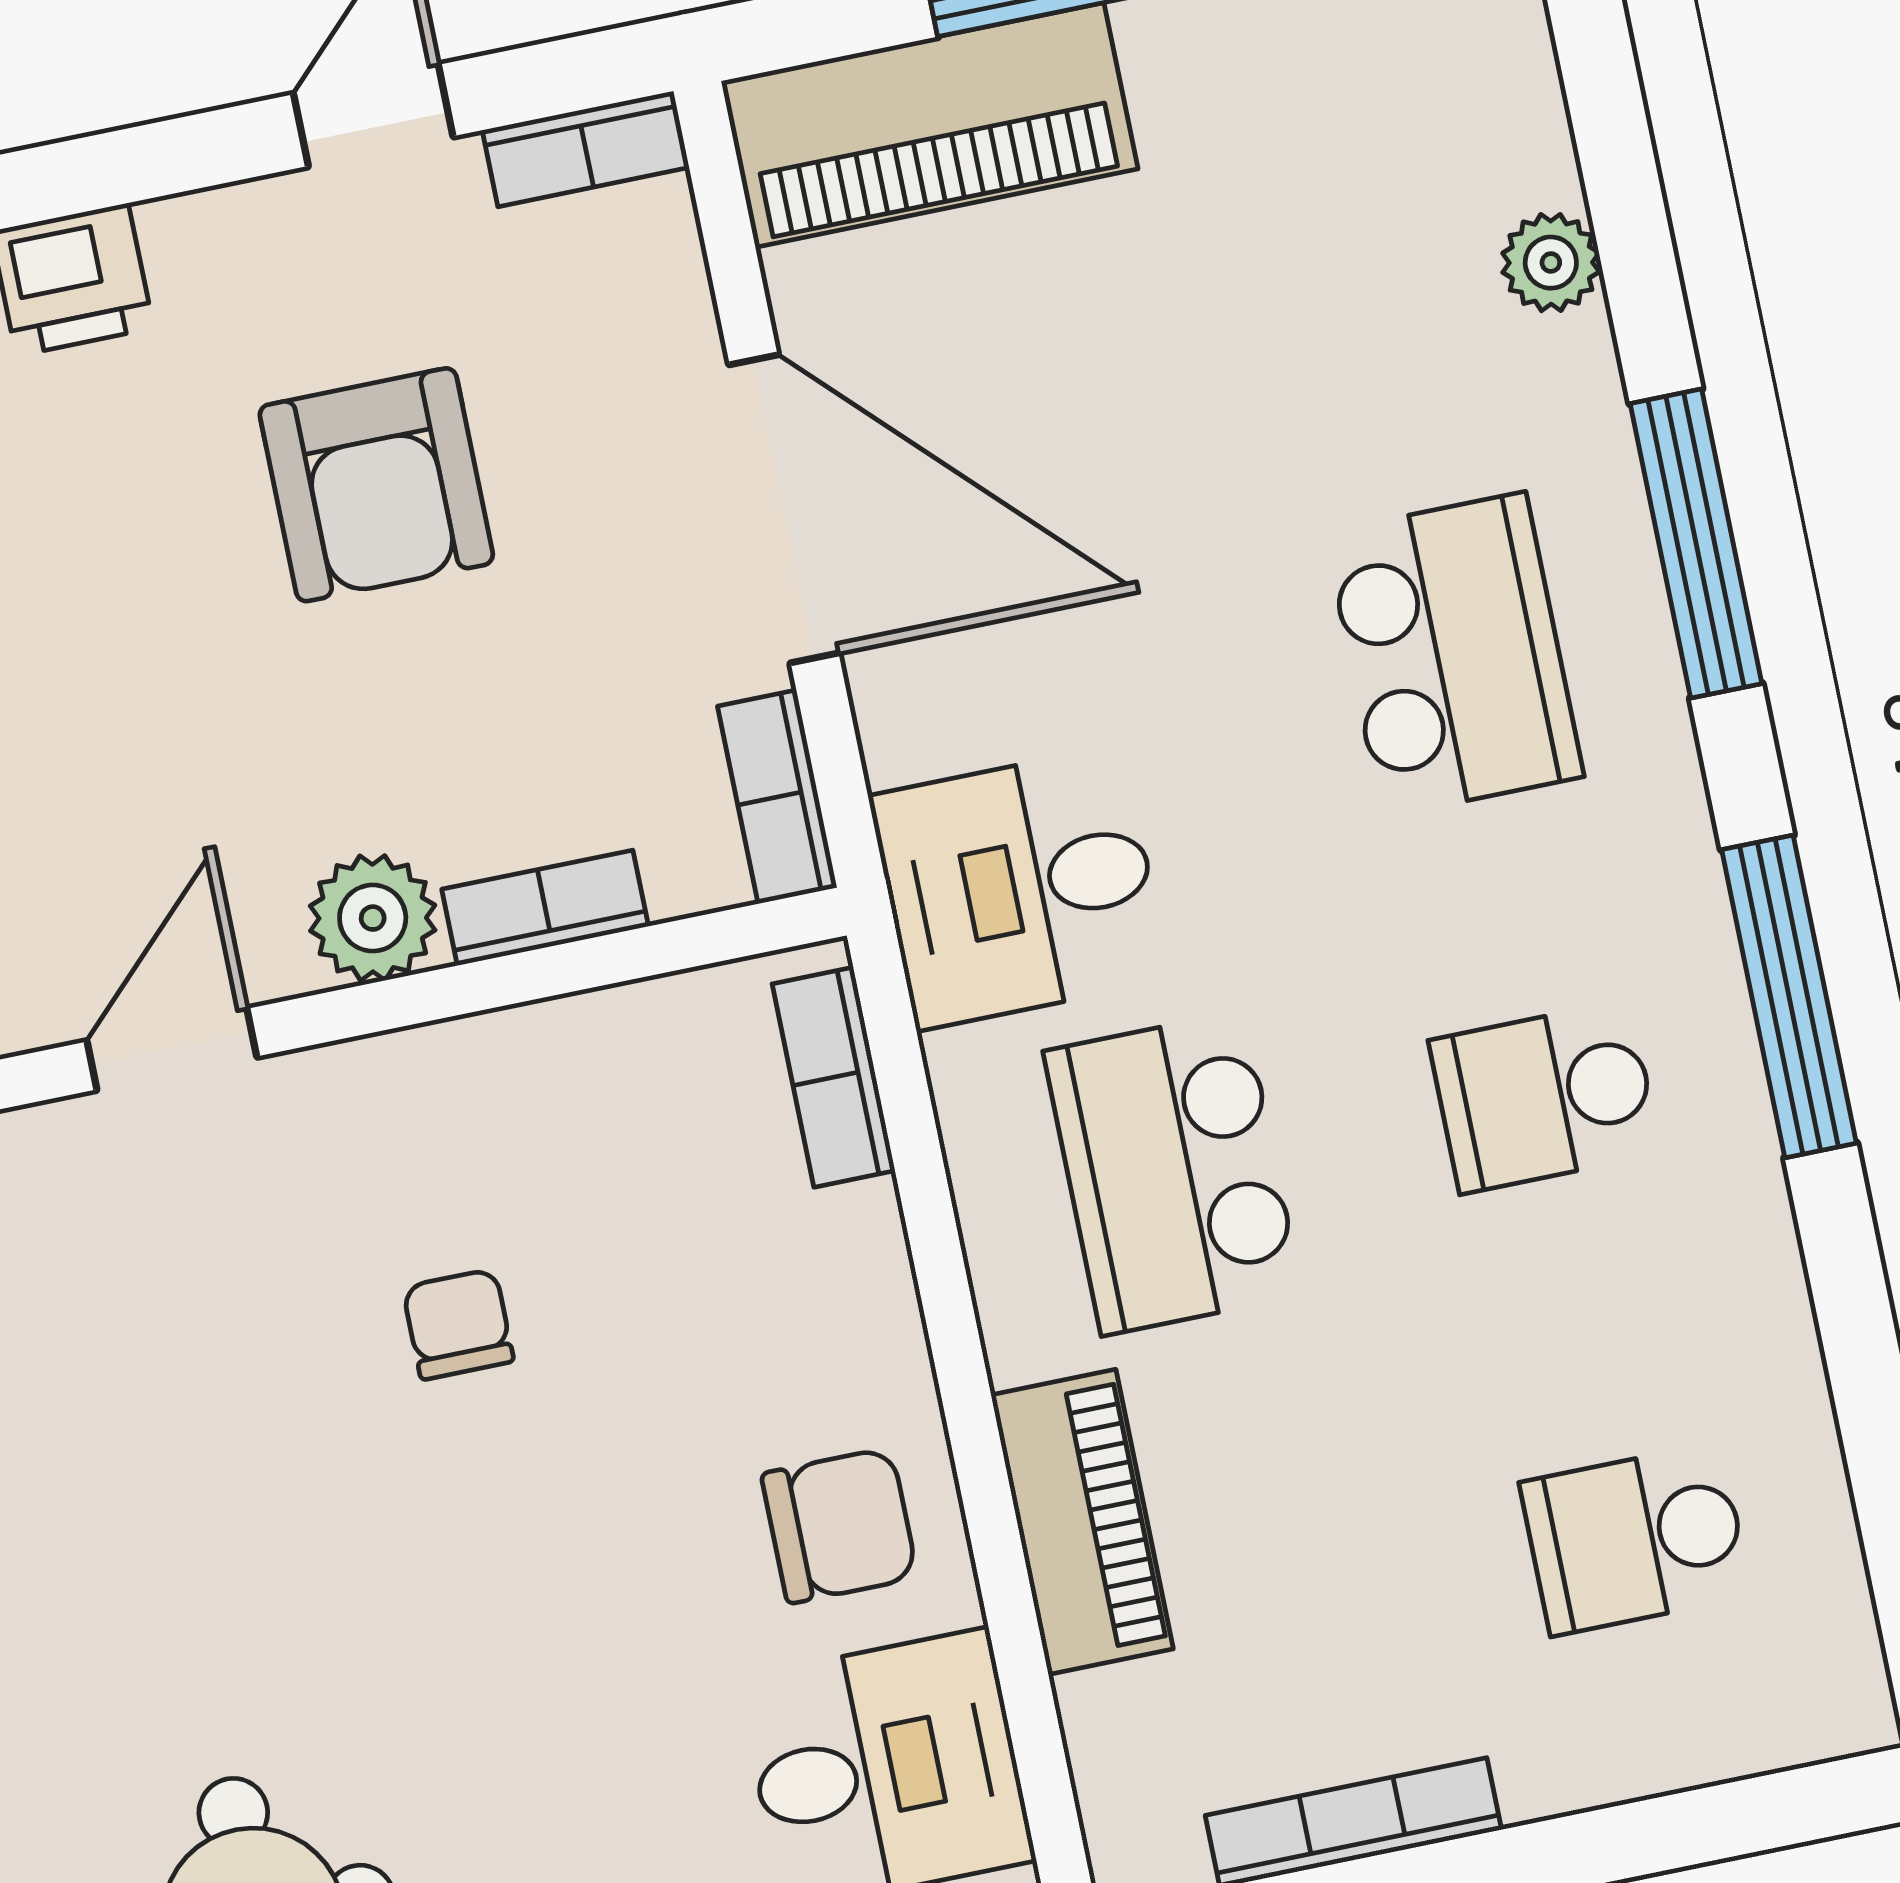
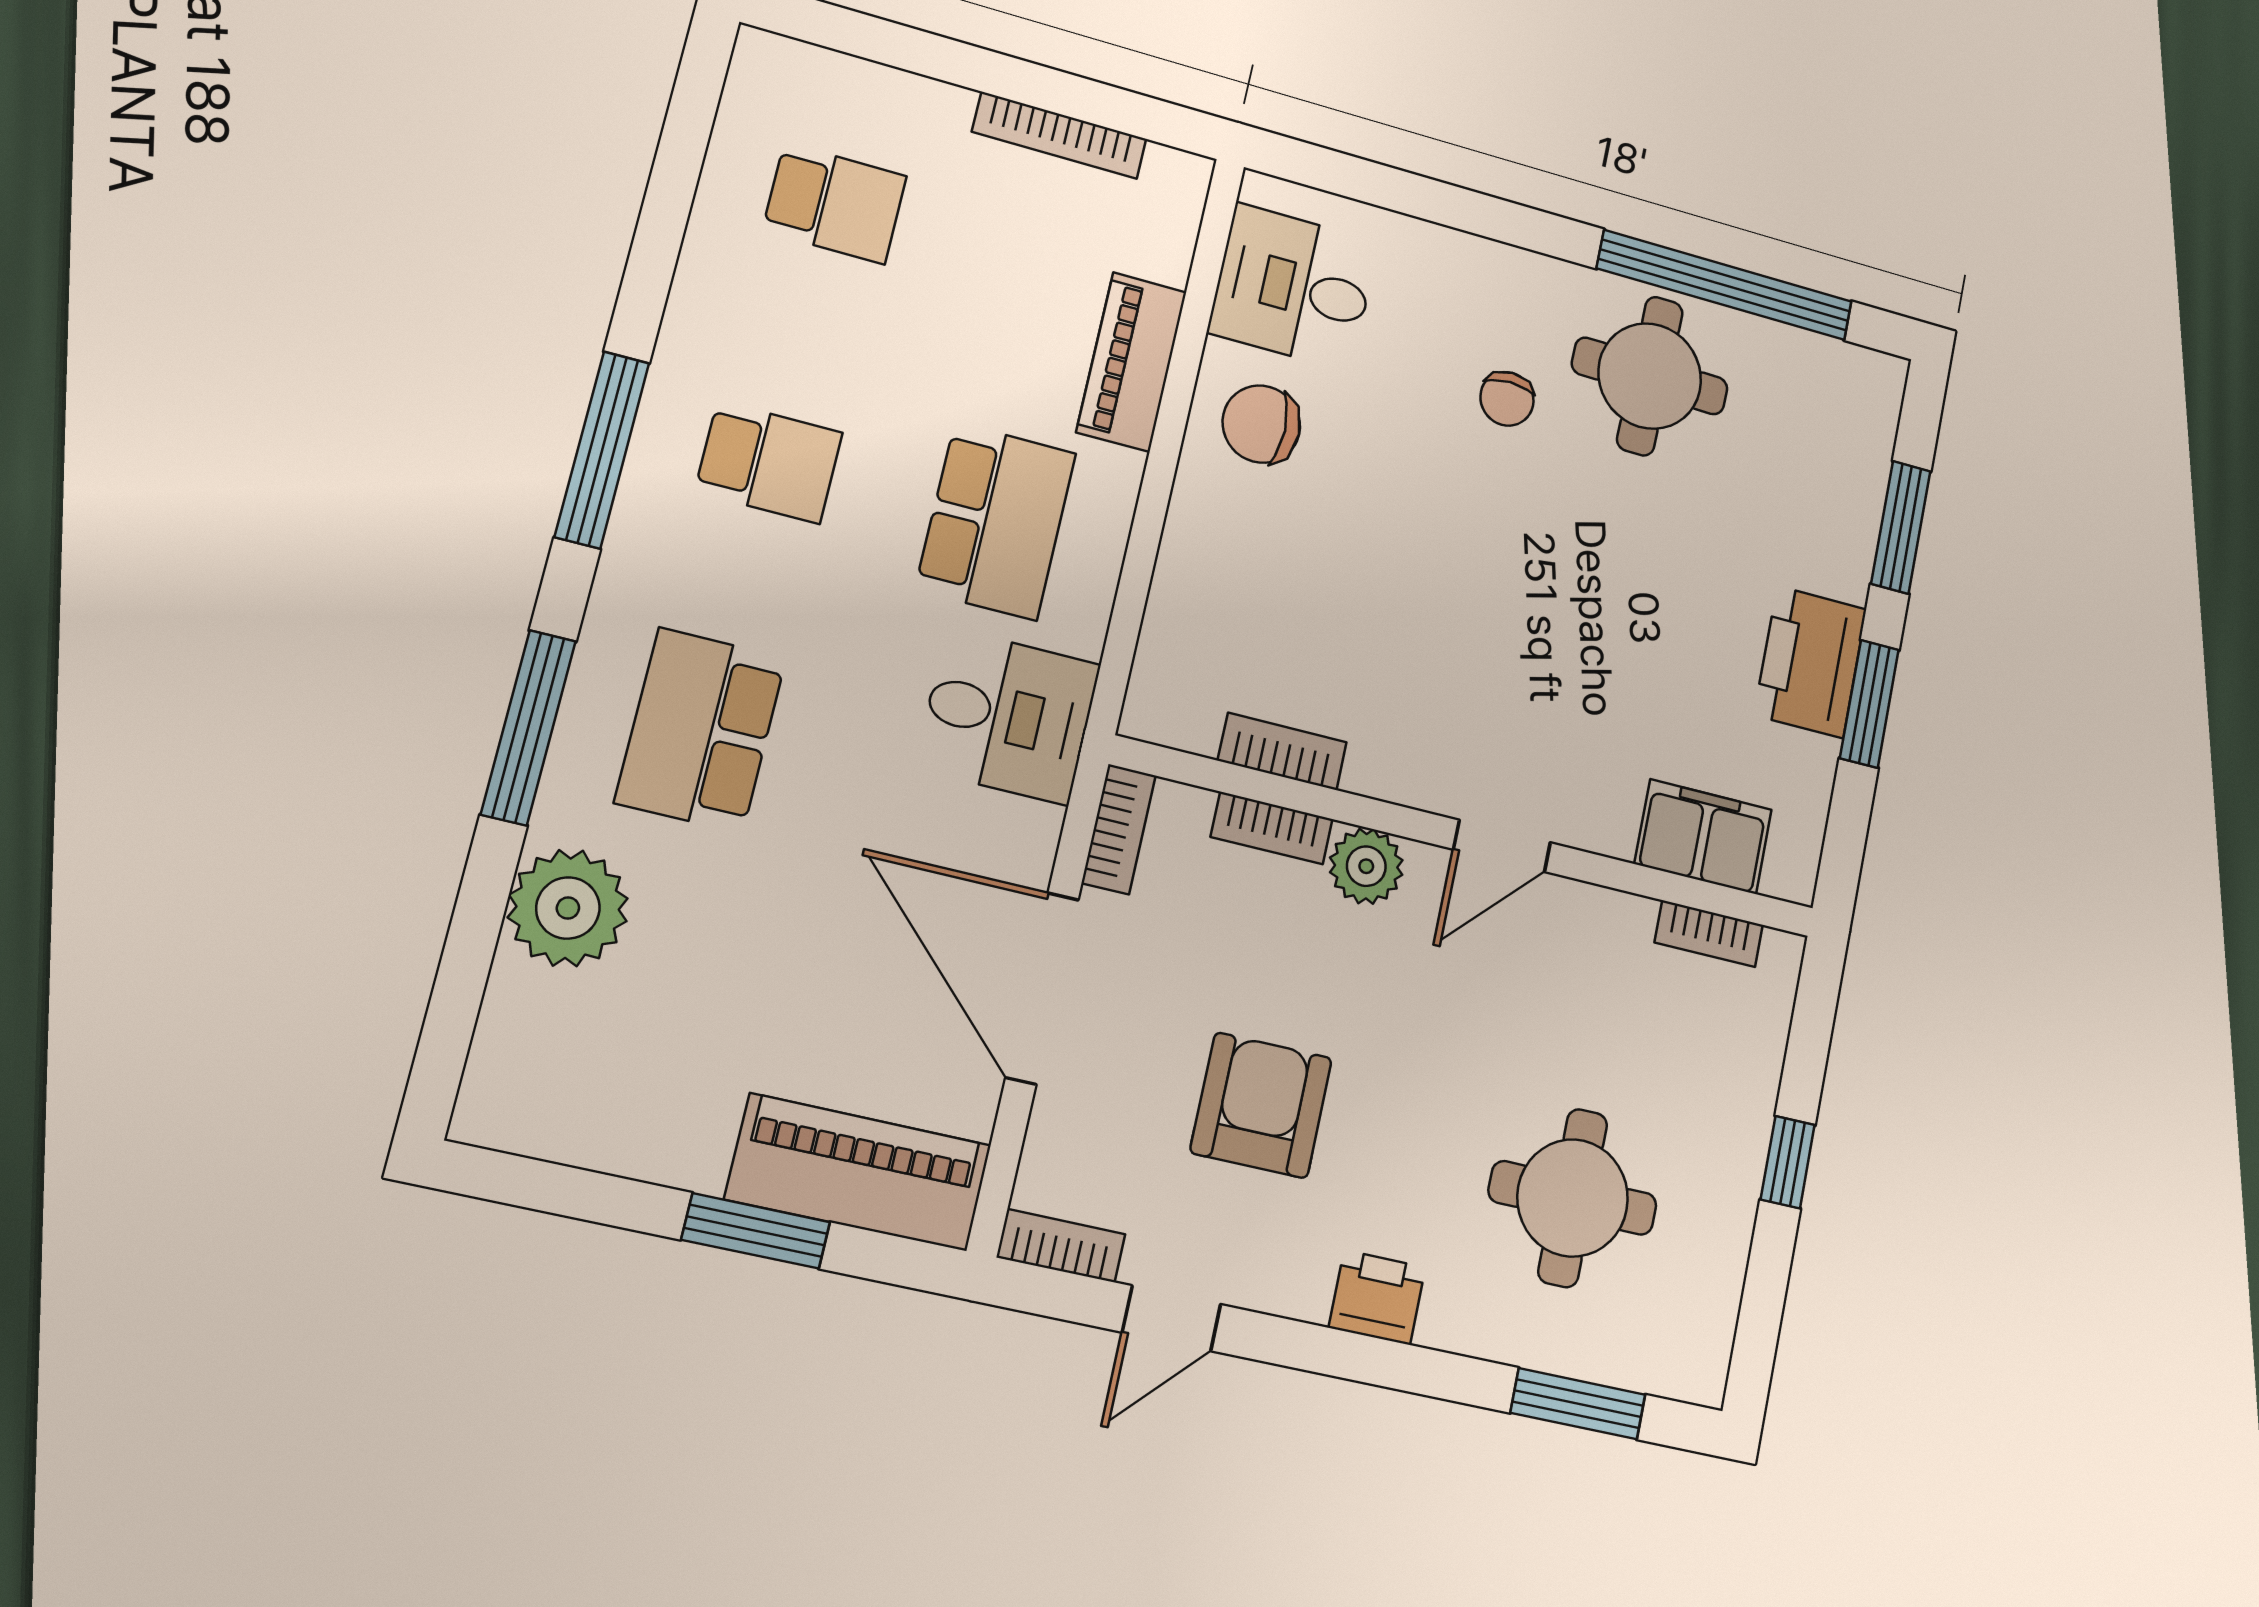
plant: (1551, 263) -> (568, 908), width x1.87, depth x1.87
bookcase: (834, 1077) -> (1282, 751), moved, turned -90
chair: (458, 1324) -> (1507, 399), moved

